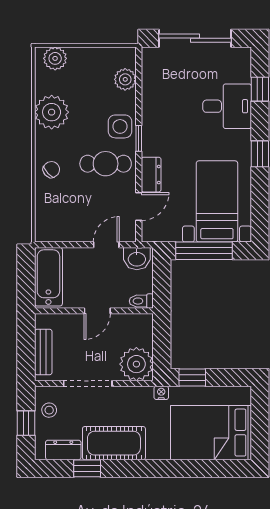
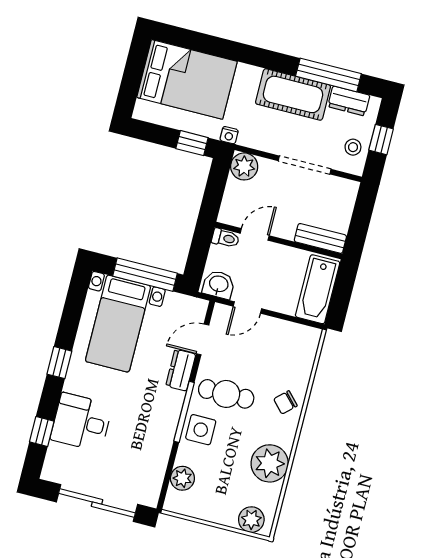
window: (139, 138) -> (184, 412), width x2.17
door: (97, 311) -> (255, 234), moved
bench: (43, 352) -> (320, 238), moved, turned 90
plant: (136, 364) -> (244, 166), width x0.73, depth x0.73
window: (87, 468) -> (328, 75), width x2.17

